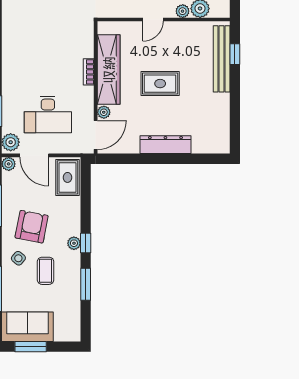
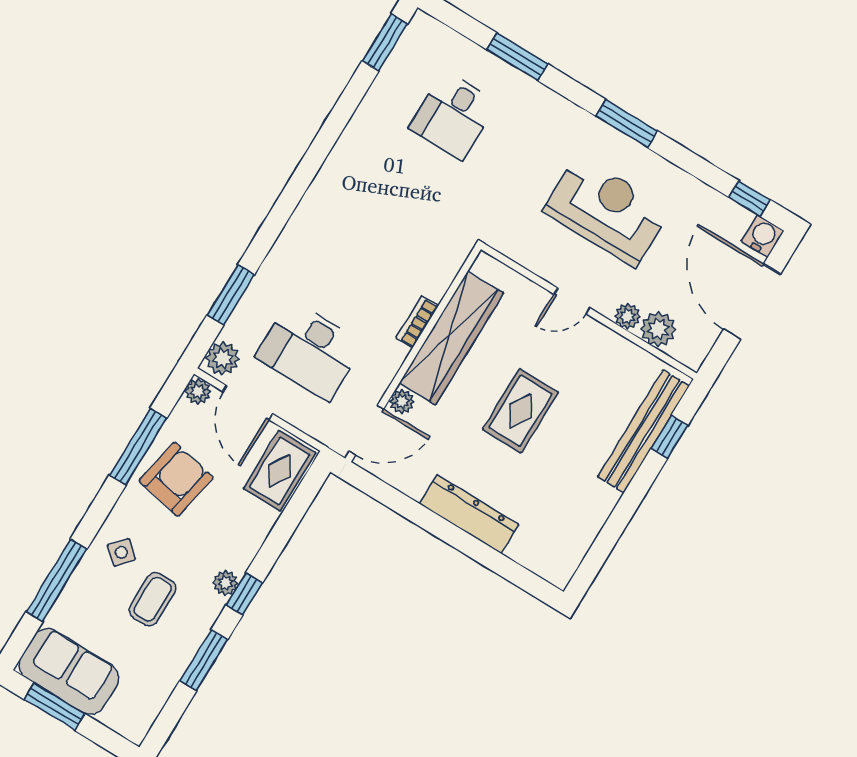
rug: (160, 84) -> (520, 411), turned 90
armchair: (32, 227) -> (176, 479), moved

